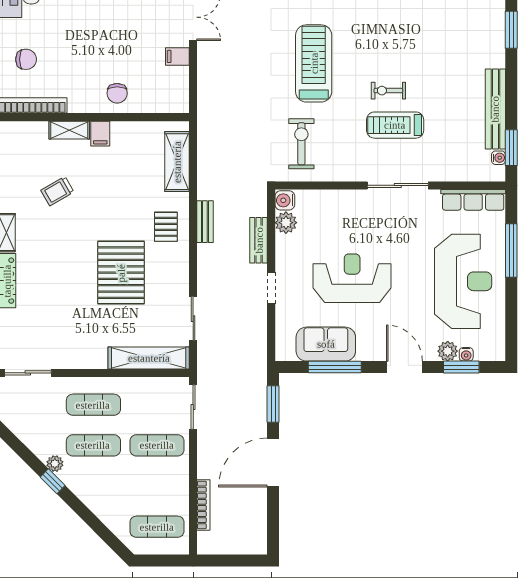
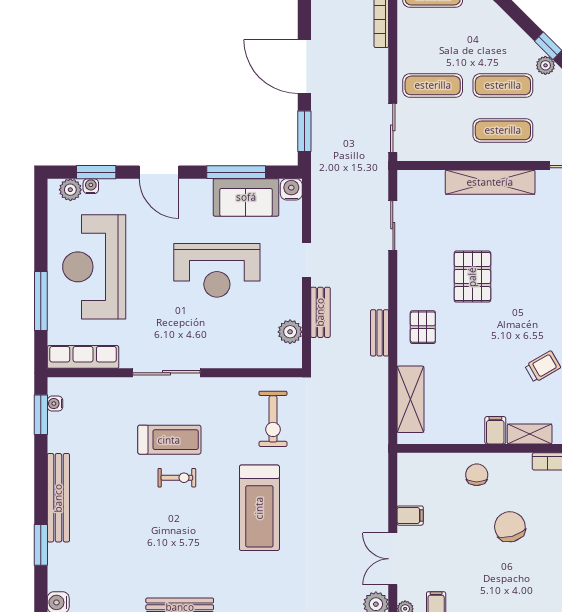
chair: (87, 46) -> (510, 527), added
bench: (495, 109) -> (58, 498), moved
water cooler: (285, 200) -> (291, 189), moved, turned -90
pallet: (121, 273) -> (472, 277), width x0.73, depth x0.71
plant: (448, 351) -> (70, 190), moved
shelving: (149, 358) -> (490, 182), moved
door: (273, 462) -> (304, 67), swing flipped

